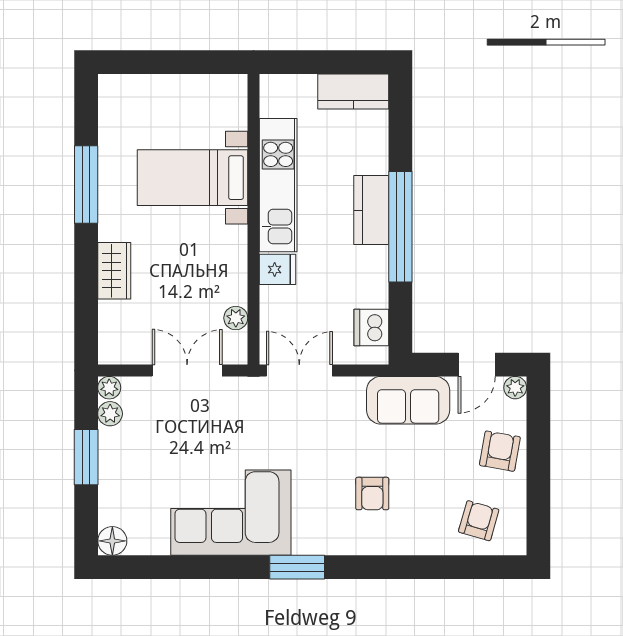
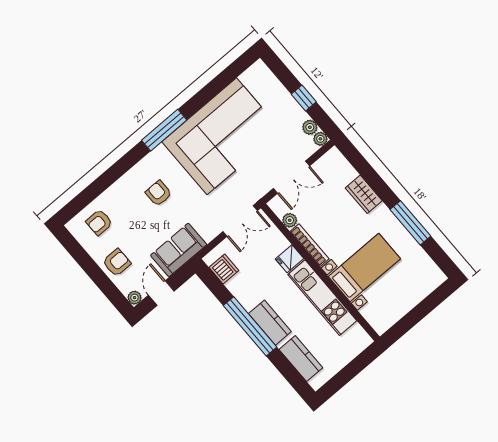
kitchen counter: (353, 91) -> (301, 359), moved, turned 90
bookcase: (238, 265) -> (309, 245), added
armchair: (500, 451) -> (117, 263), turned -100
window: (86, 457) -> (304, 98), width x0.67
corner sofa: (231, 513) -> (222, 136), width x1.36, depth x1.36
armchair: (479, 521) -> (99, 222), turned 74
floor lamp: (112, 541) -> (259, 70), removed
window: (297, 567) -> (164, 130), width x1.44

